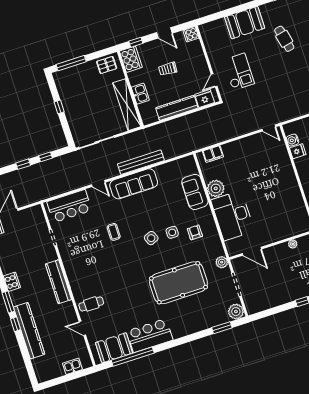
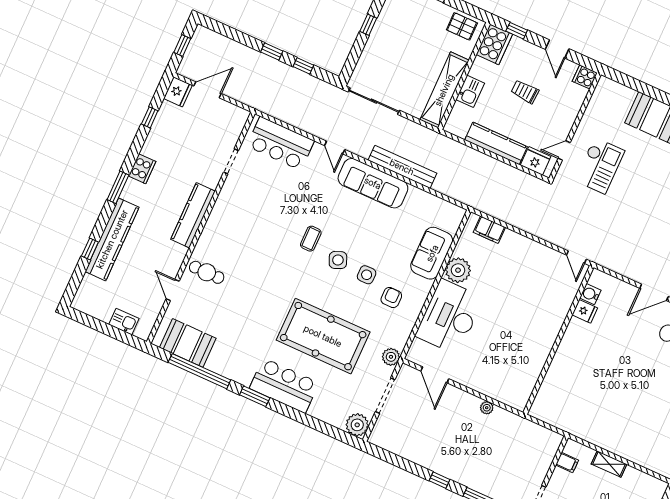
coffee table: (114, 232) -> (311, 239), moved
window: (16, 324) -> (90, 249), moved
window: (222, 328) -> (255, 396), moved
bar counter: (150, 335) -> (284, 386), moved

